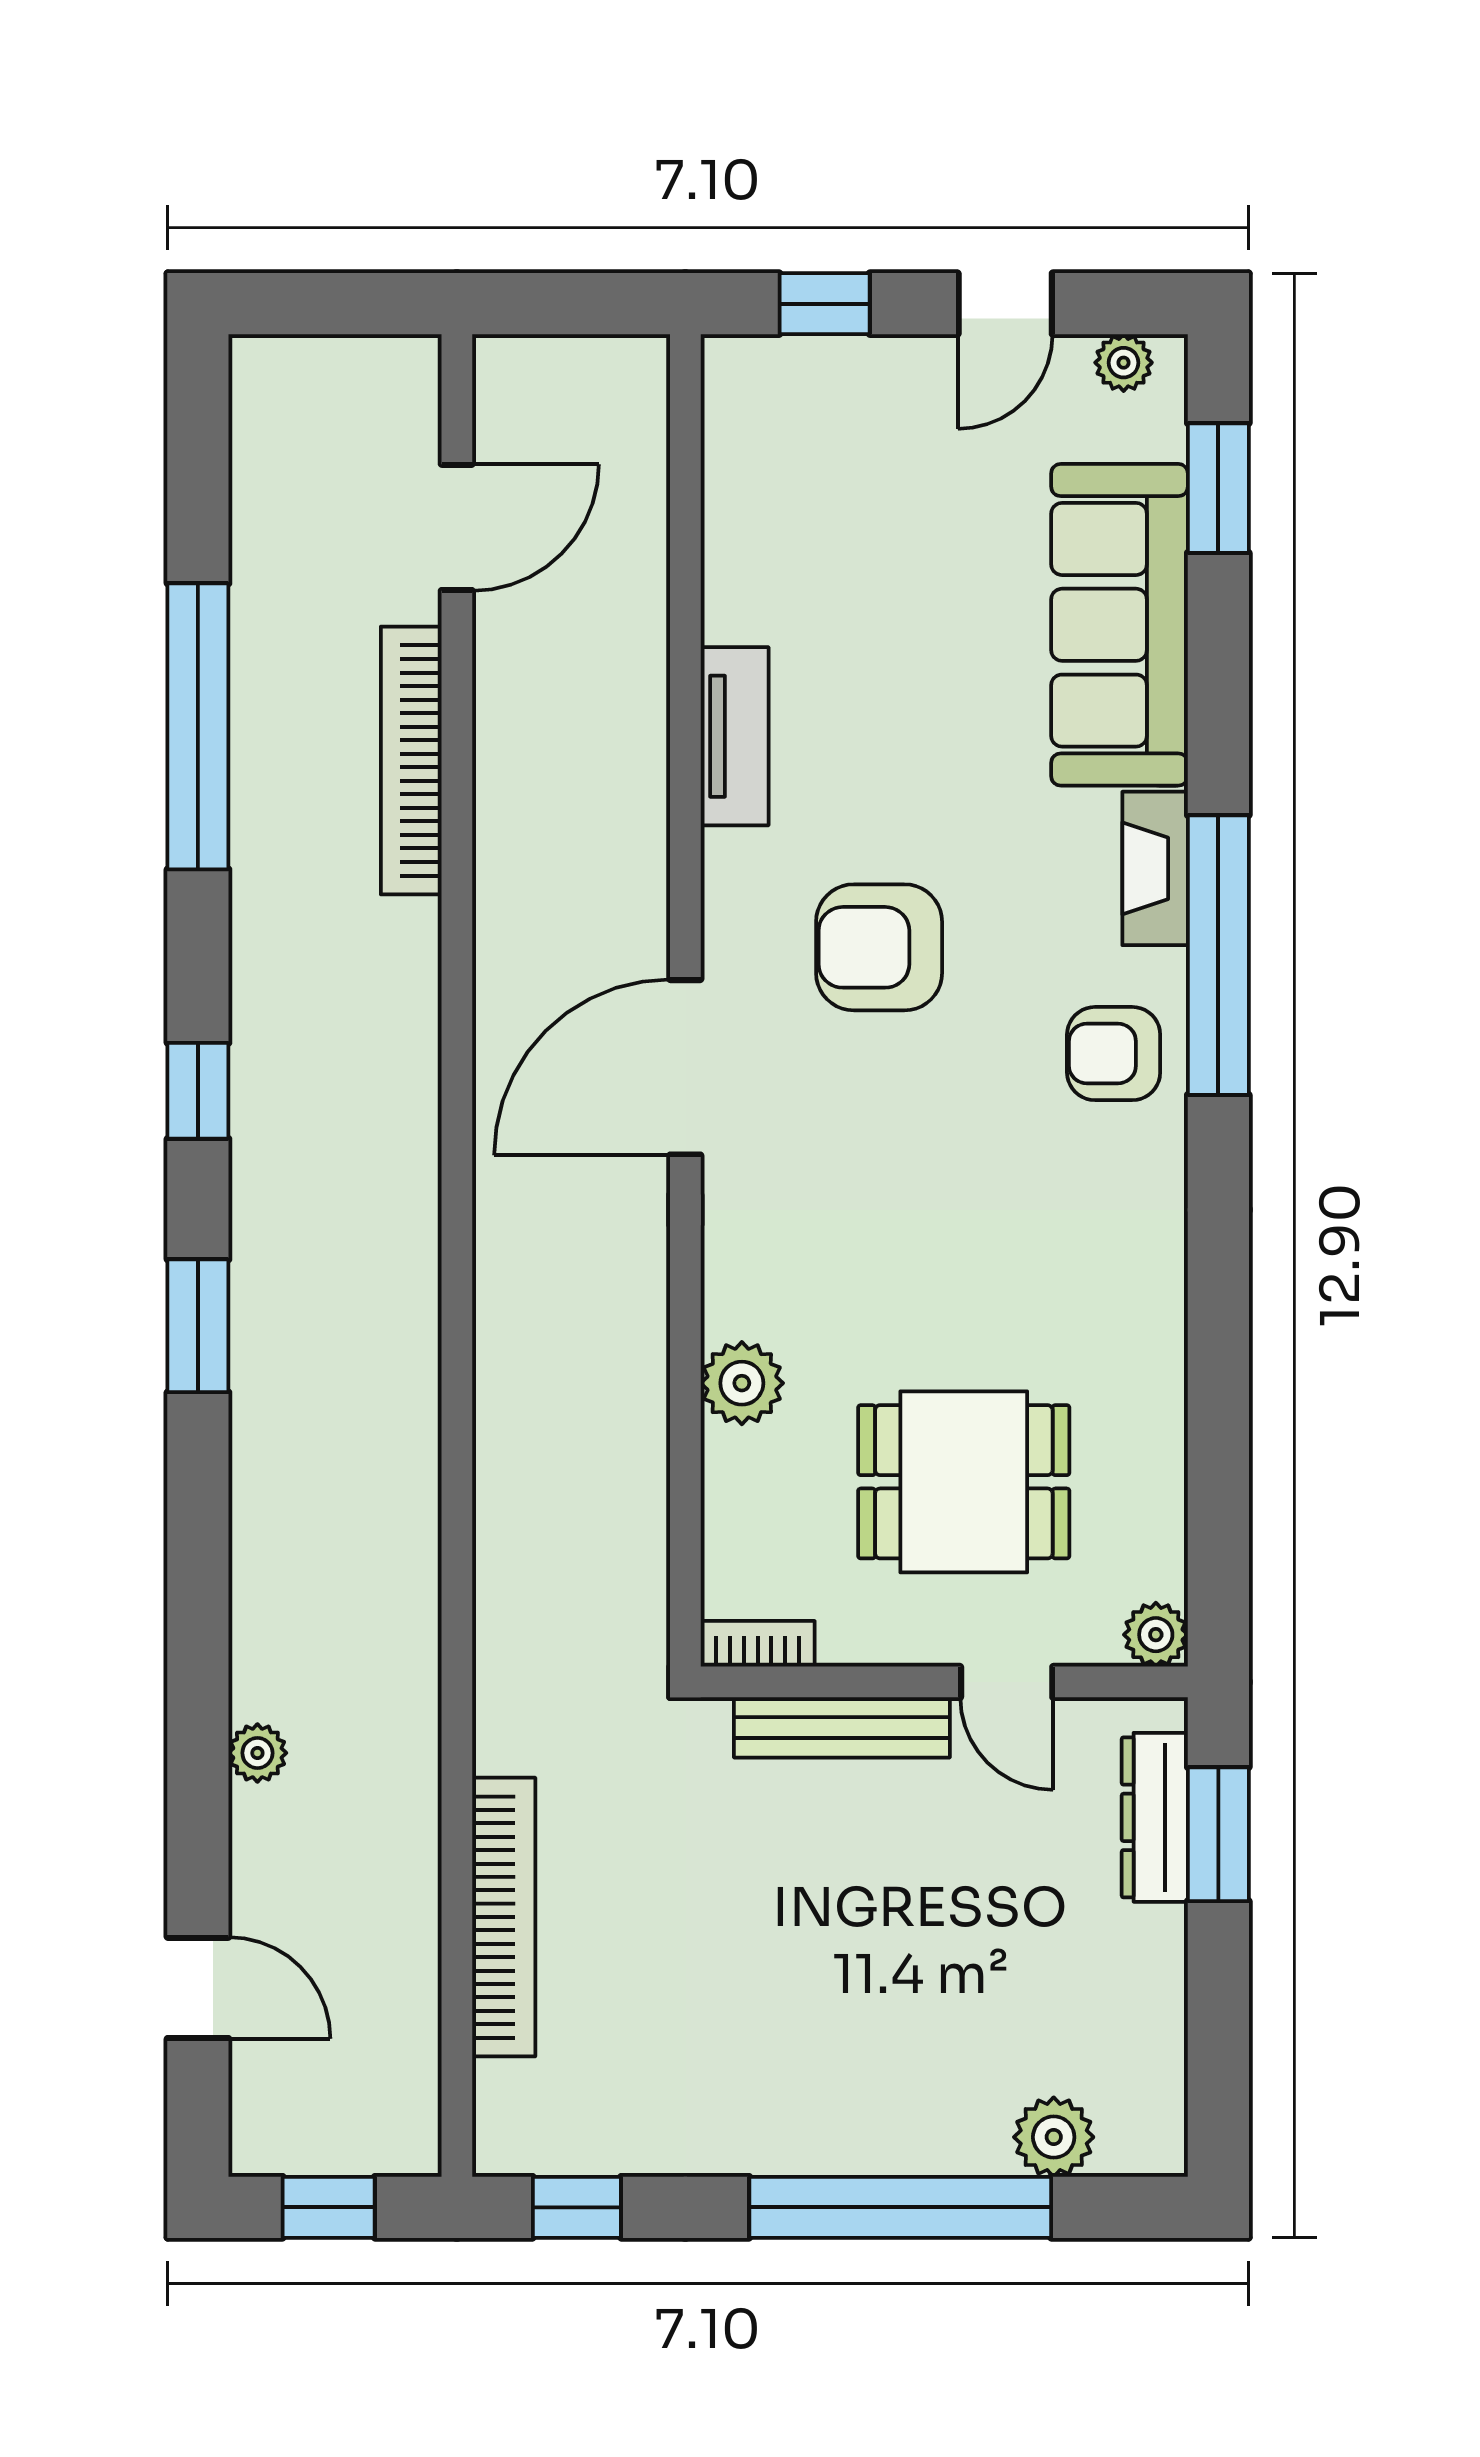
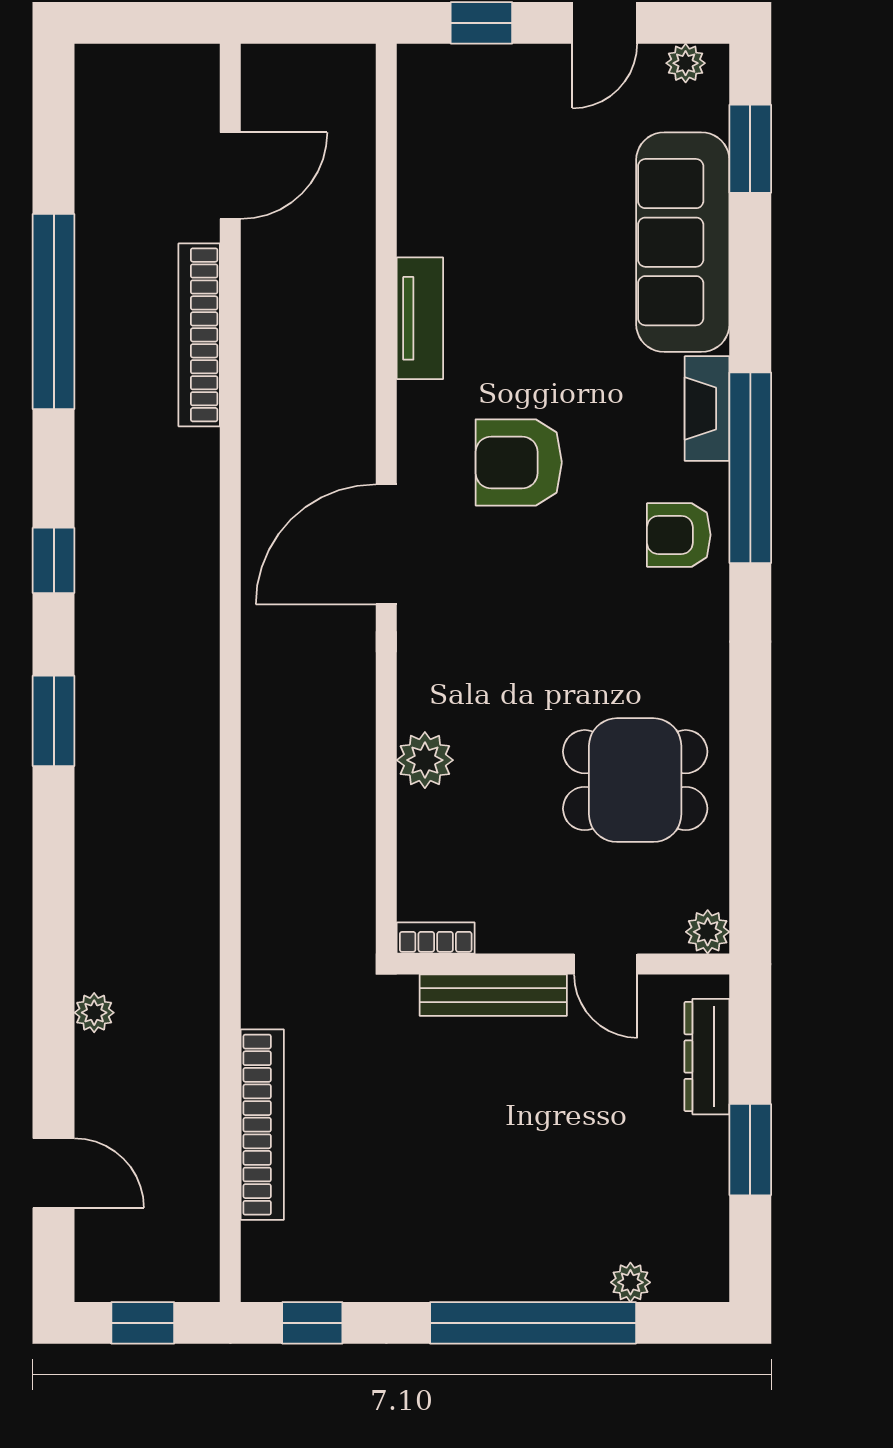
dining table: (964, 1482) -> (635, 780), moved
window: (1218, 1834) -> (750, 1150), moved
plant: (1054, 2137) -> (630, 1282), width x0.73, depth x0.73

